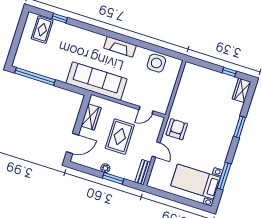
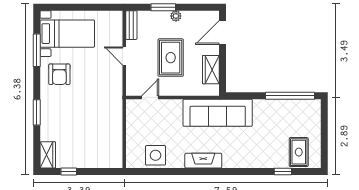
armchair: (177, 129) -> (59, 74), moved

